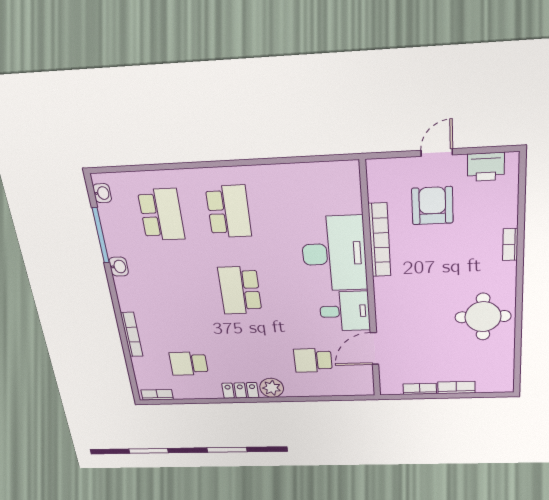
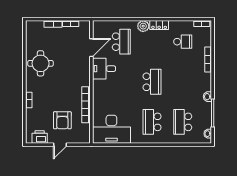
desk: (334, 254) -> (111, 129), moved, turned -90
school desk: (313, 360) -> (121, 42), width x1.85

